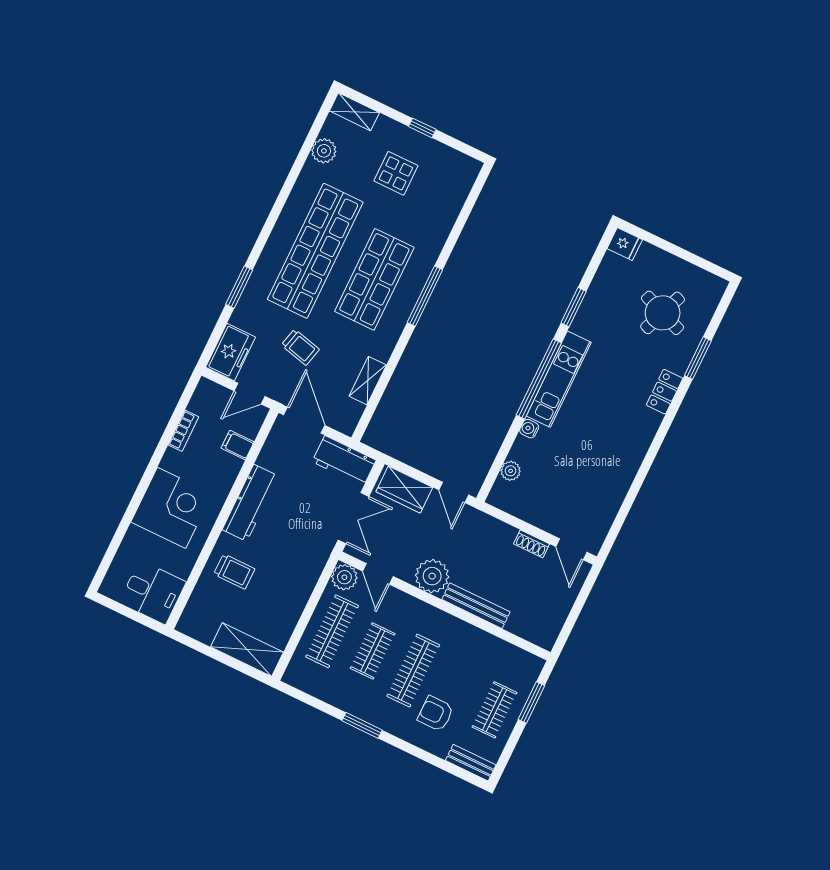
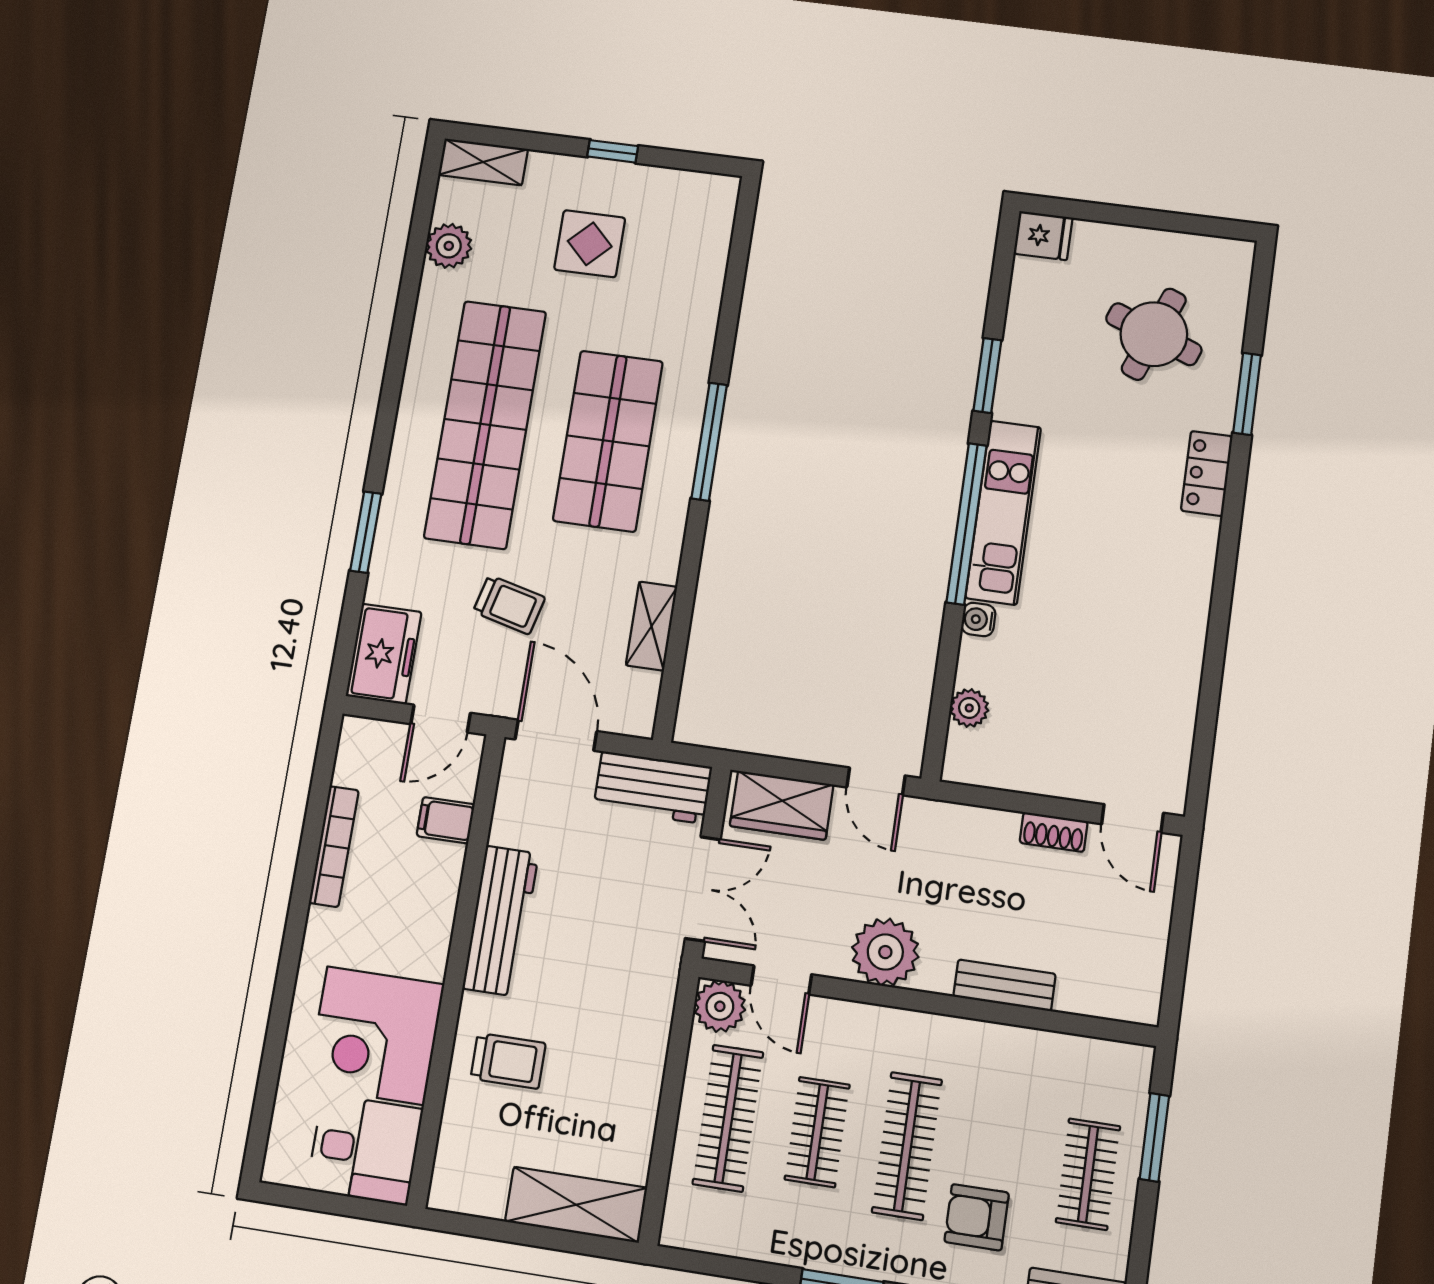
bookcase: (183, 431) -> (334, 846), width x1.56
corner desk: (171, 508) -> (375, 1036), moved, turned 180
bench: (476, 606) -> (1004, 985), width x0.73

